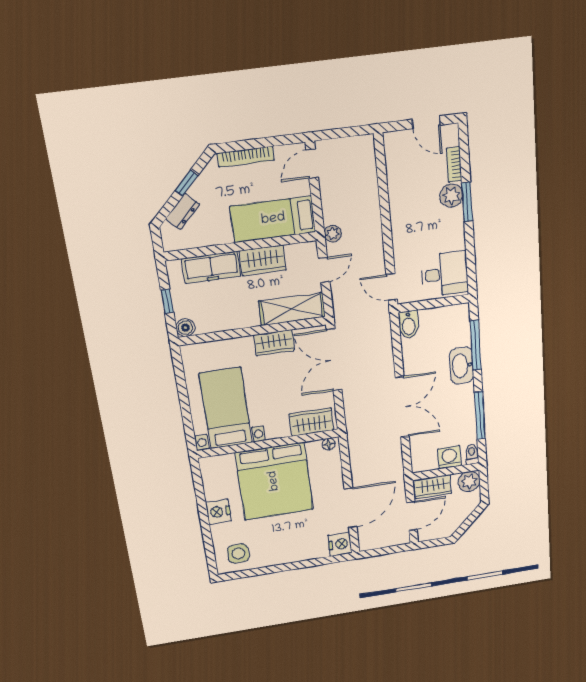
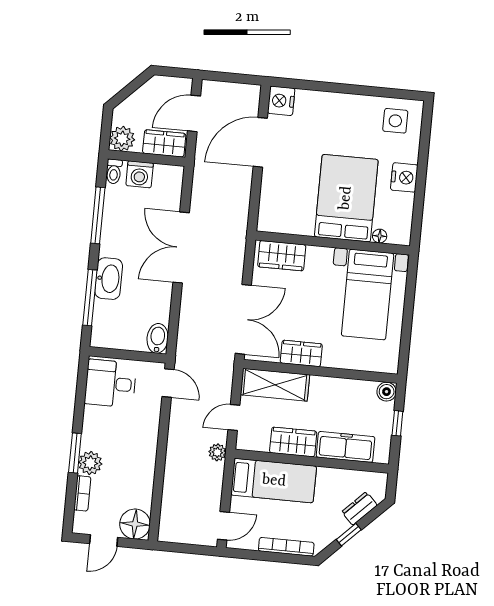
door: (426, 122) -> (104, 541), swing flipped
floor lamp: (399, 146) -> (135, 524), added
floor lamp: (329, 444) -> (380, 236), moved
bed: (274, 481) -> (346, 198), width x0.73

